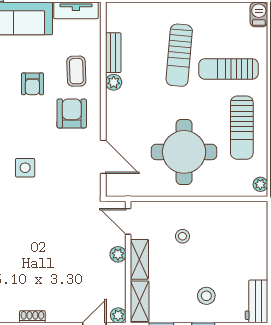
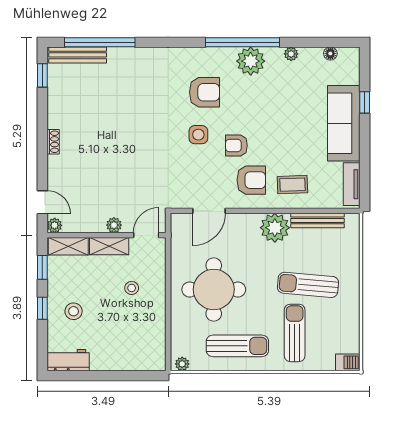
bench: (113, 53) -> (318, 220), width x1.36
plant: (114, 82) -> (275, 228), width x1.88, depth x1.88
armchair: (32, 84) -> (236, 145), moved
sun lounger: (242, 128) -> (237, 346), turned 180

